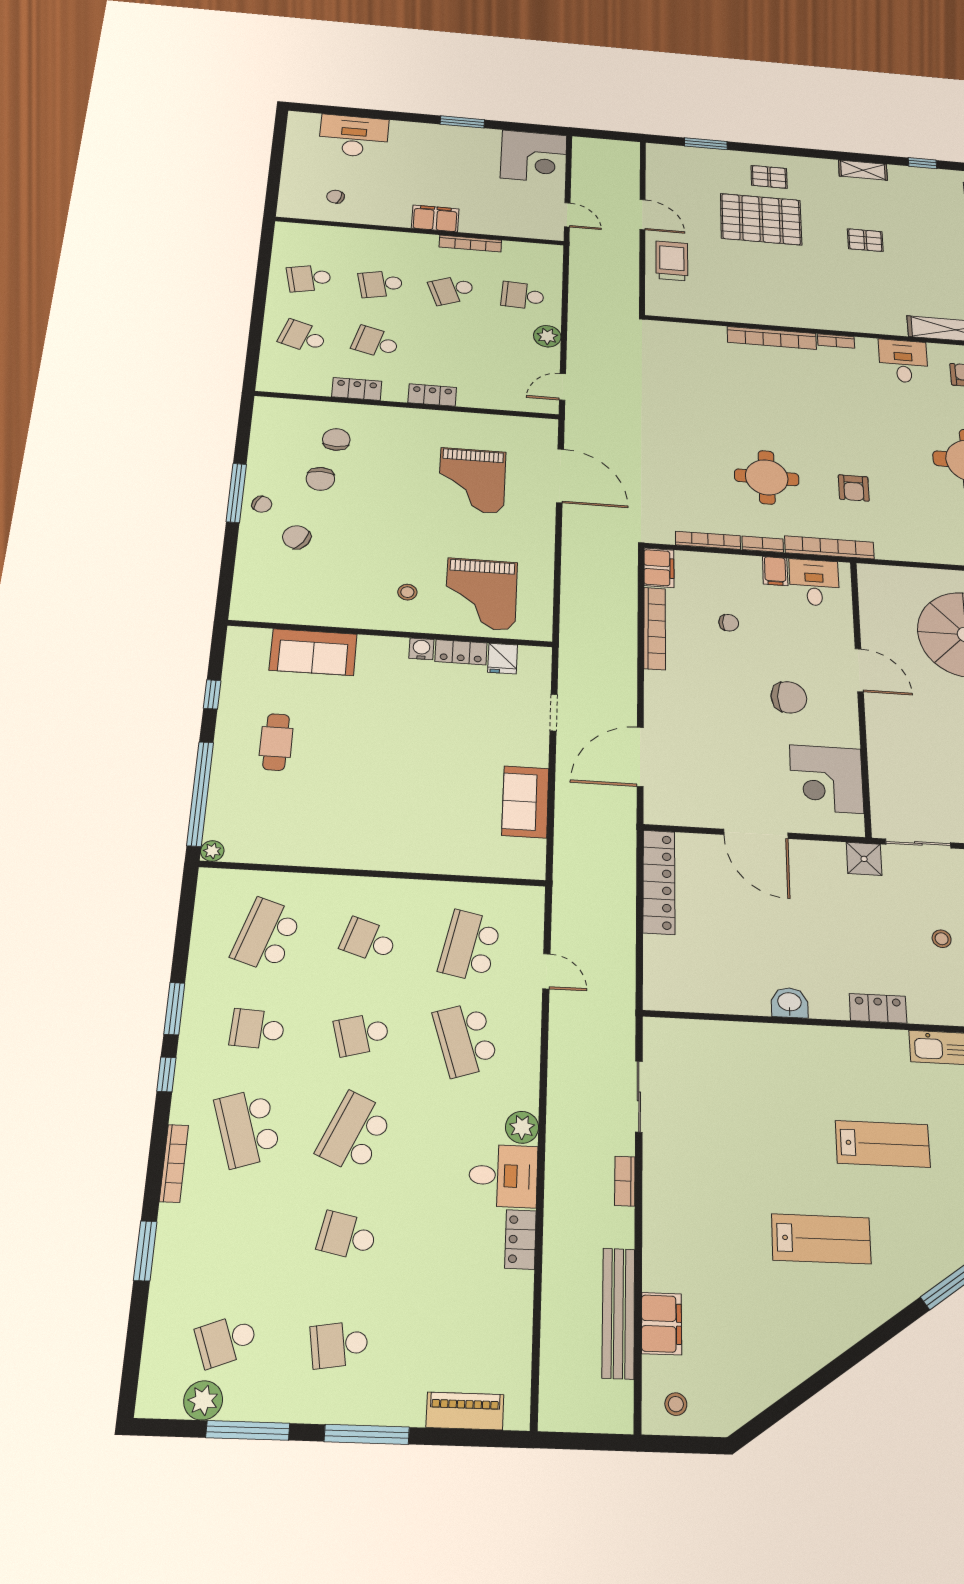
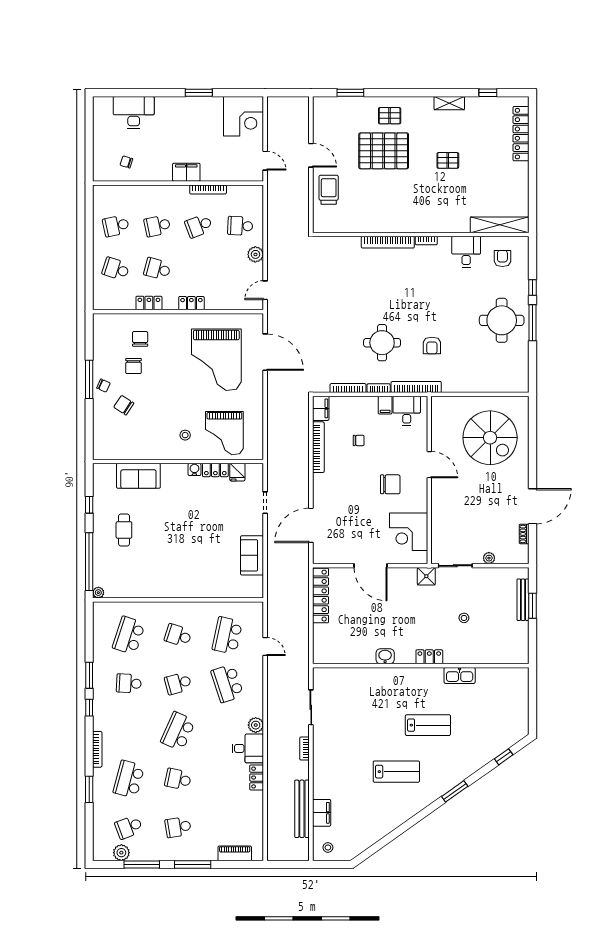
grand piano: (472, 480) -> (216, 360), width x1.37, depth x1.48
school desk: (247, 1128) -> (129, 779), moved, turned 33

